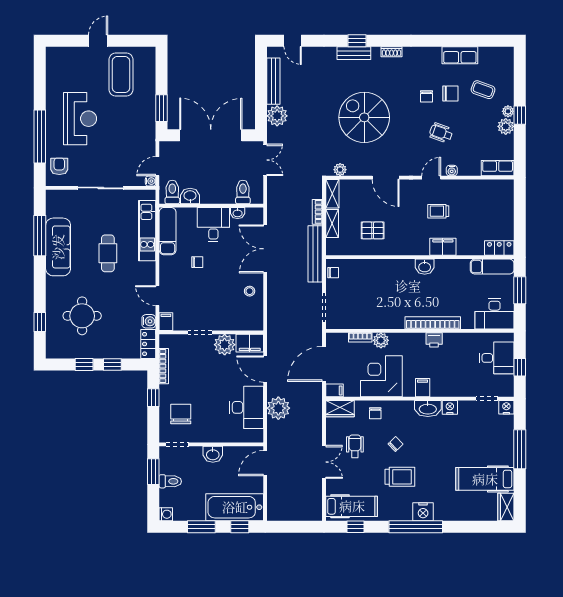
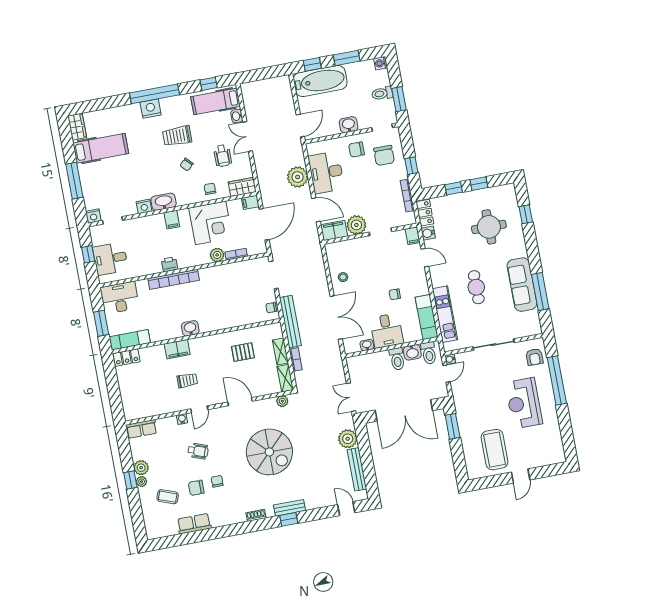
toilet: (243, 192) -> (397, 359), moved
chair: (209, 426) -> (357, 150), added
washbasin: (332, 486) -> (237, 116), added

